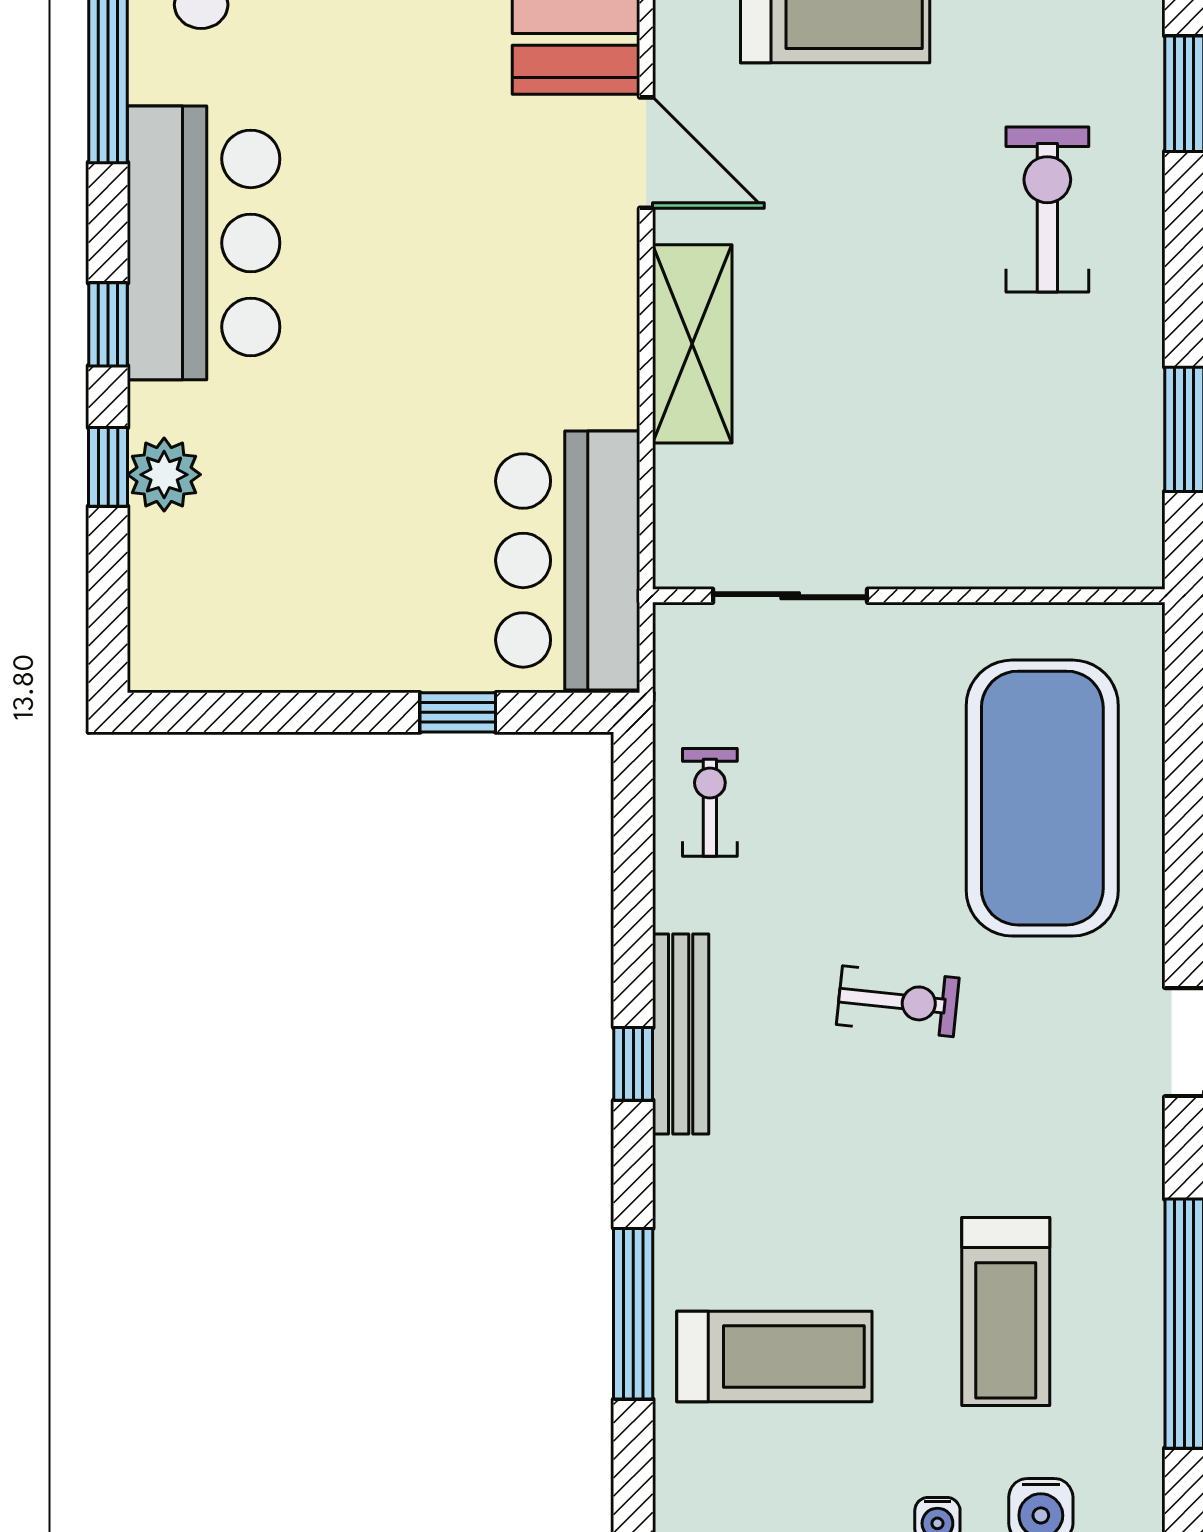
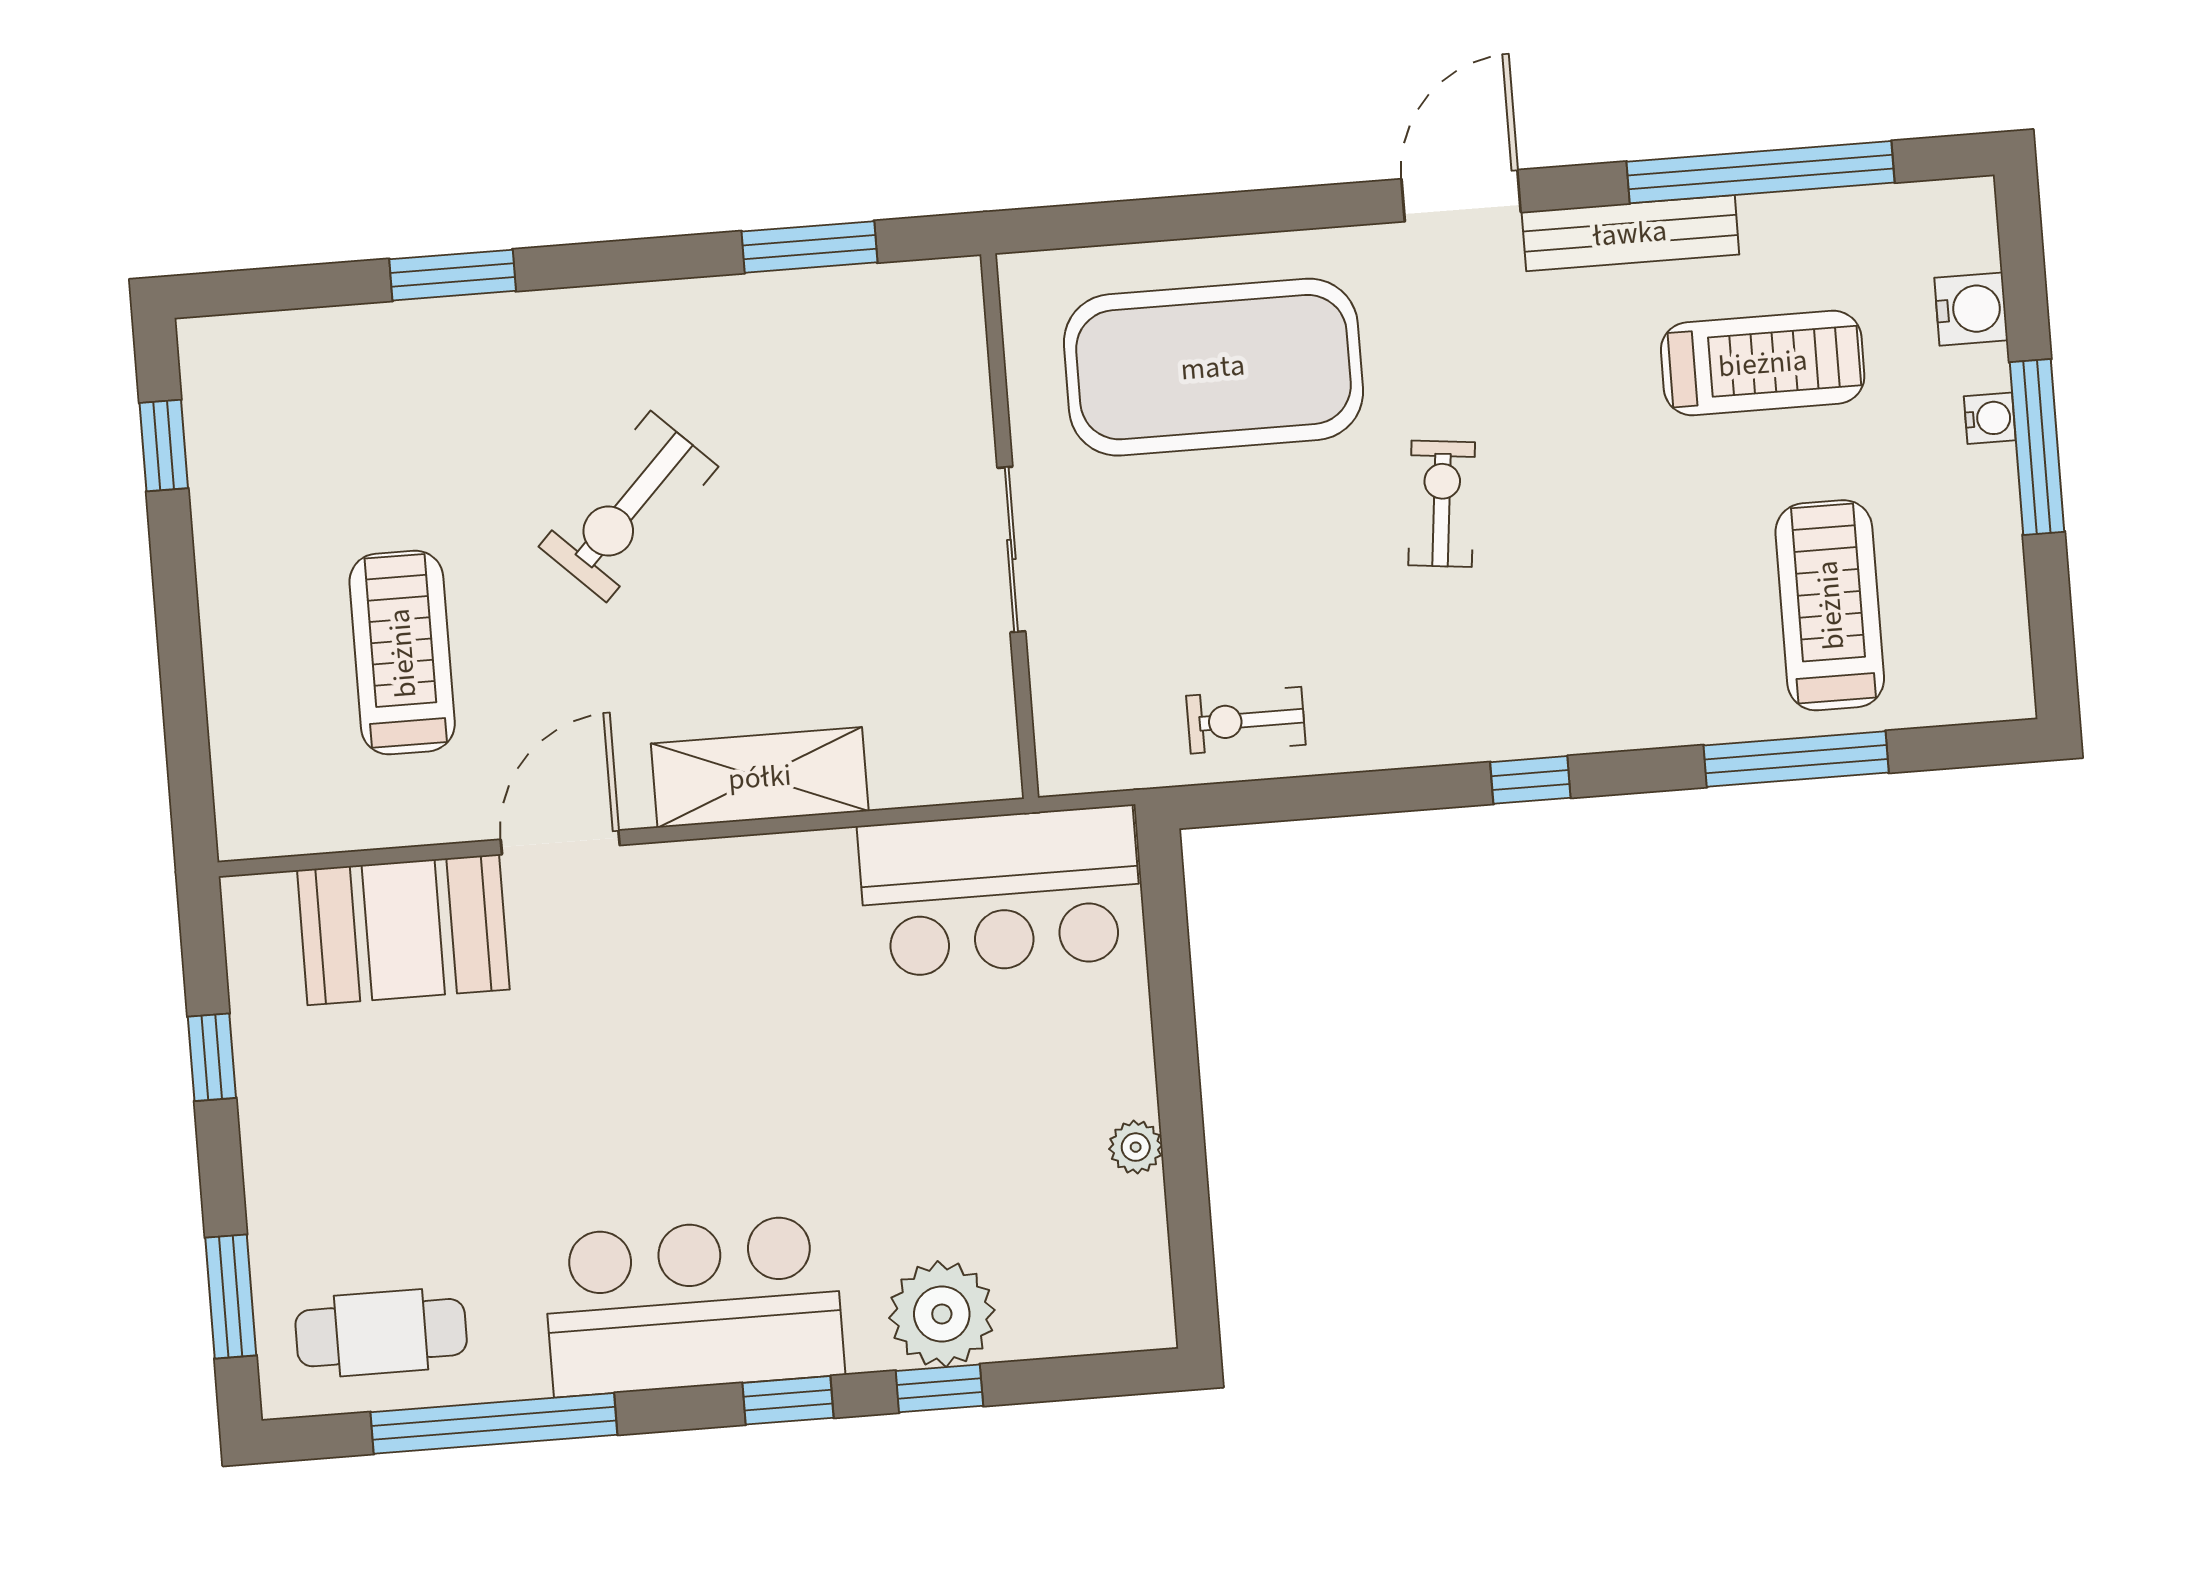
exercise bike: (1047, 209) -> (629, 507), moved, turned -46
plant: (164, 475) -> (942, 1314), width x1.36, depth x1.36
sliding door: (790, 596) -> (1011, 550), moved
plant: (319, 668) -> (1136, 1147), added
window: (458, 712) -> (1171, 996), removed
bench: (681, 1034) -> (1630, 233), moved

